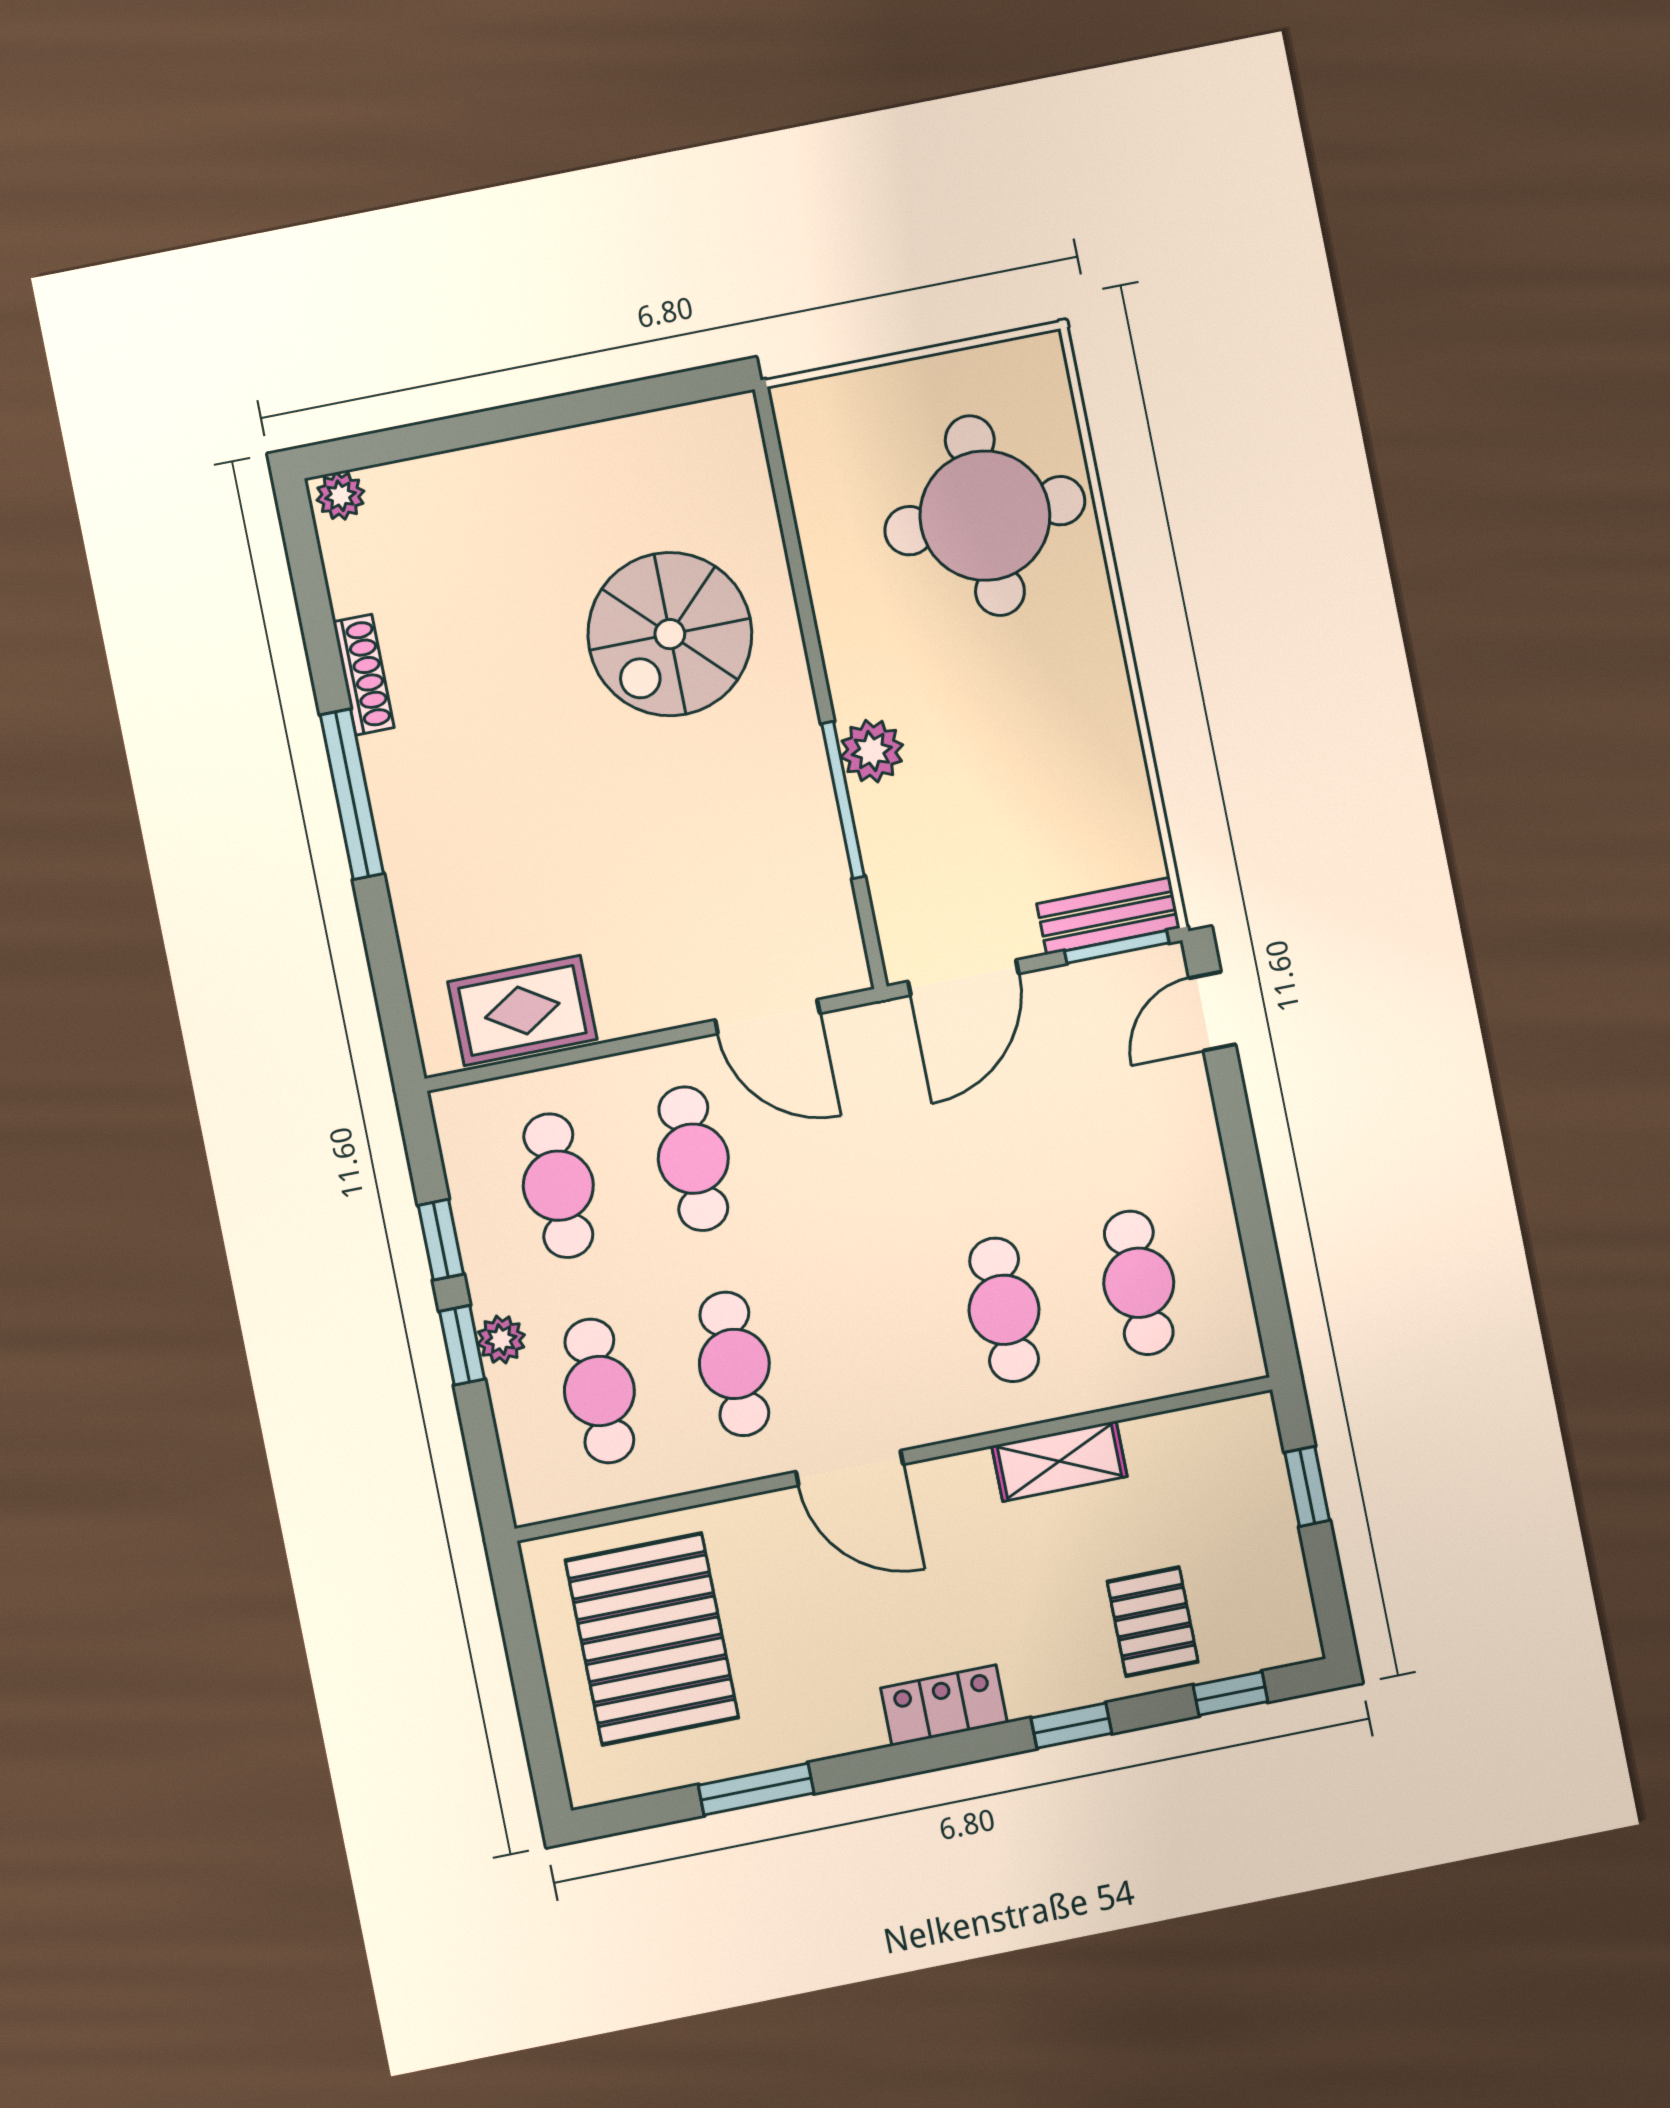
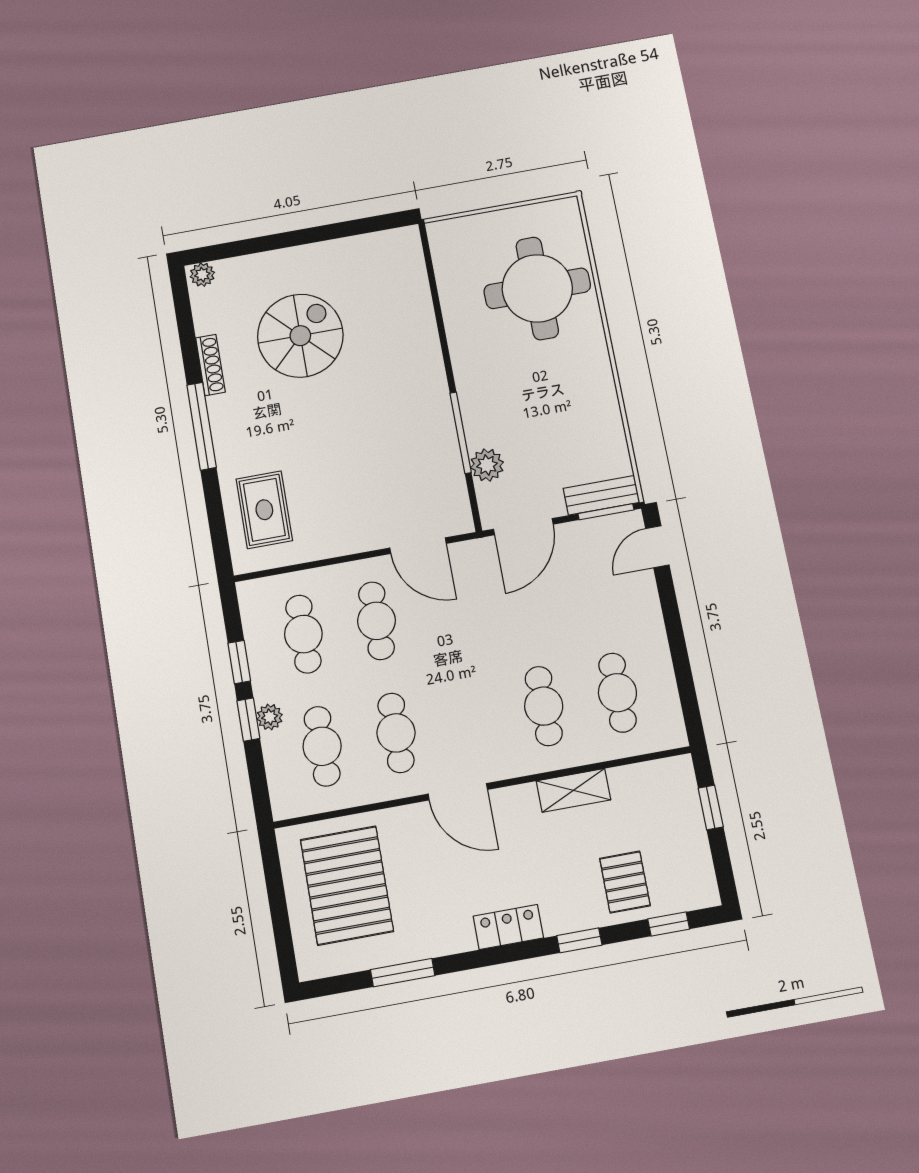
spiral stairs: (670, 634) -> (300, 336), moved, turned 180
plant: (872, 751) -> (487, 465), moved
rug: (522, 1010) -> (264, 510), moved, turned 90

